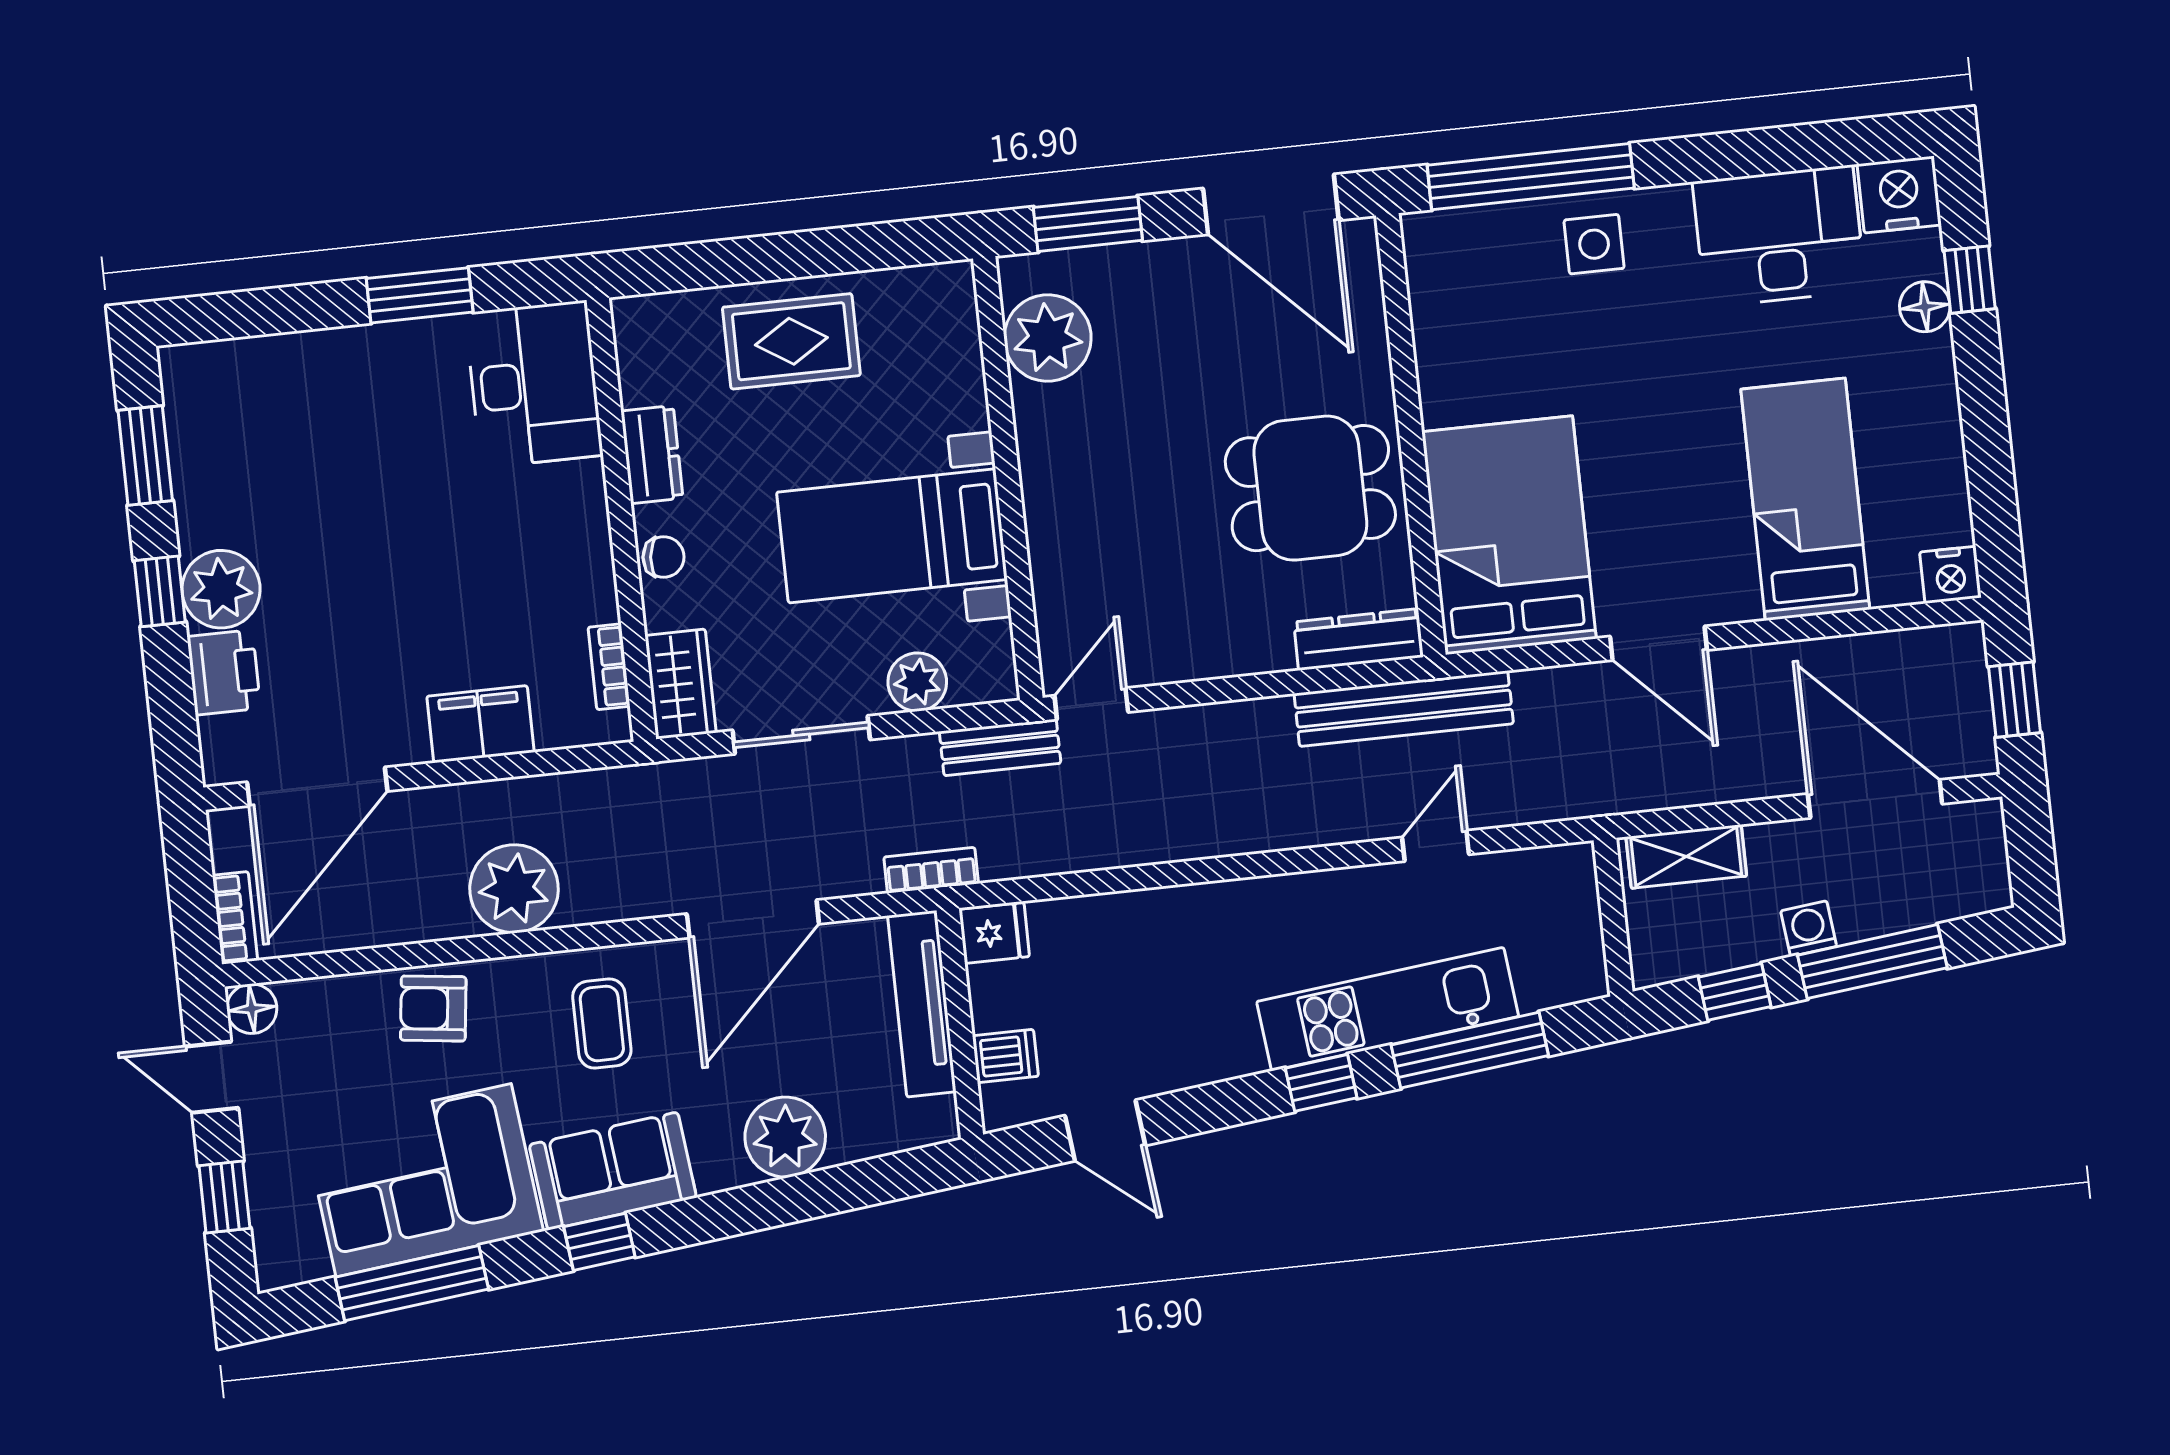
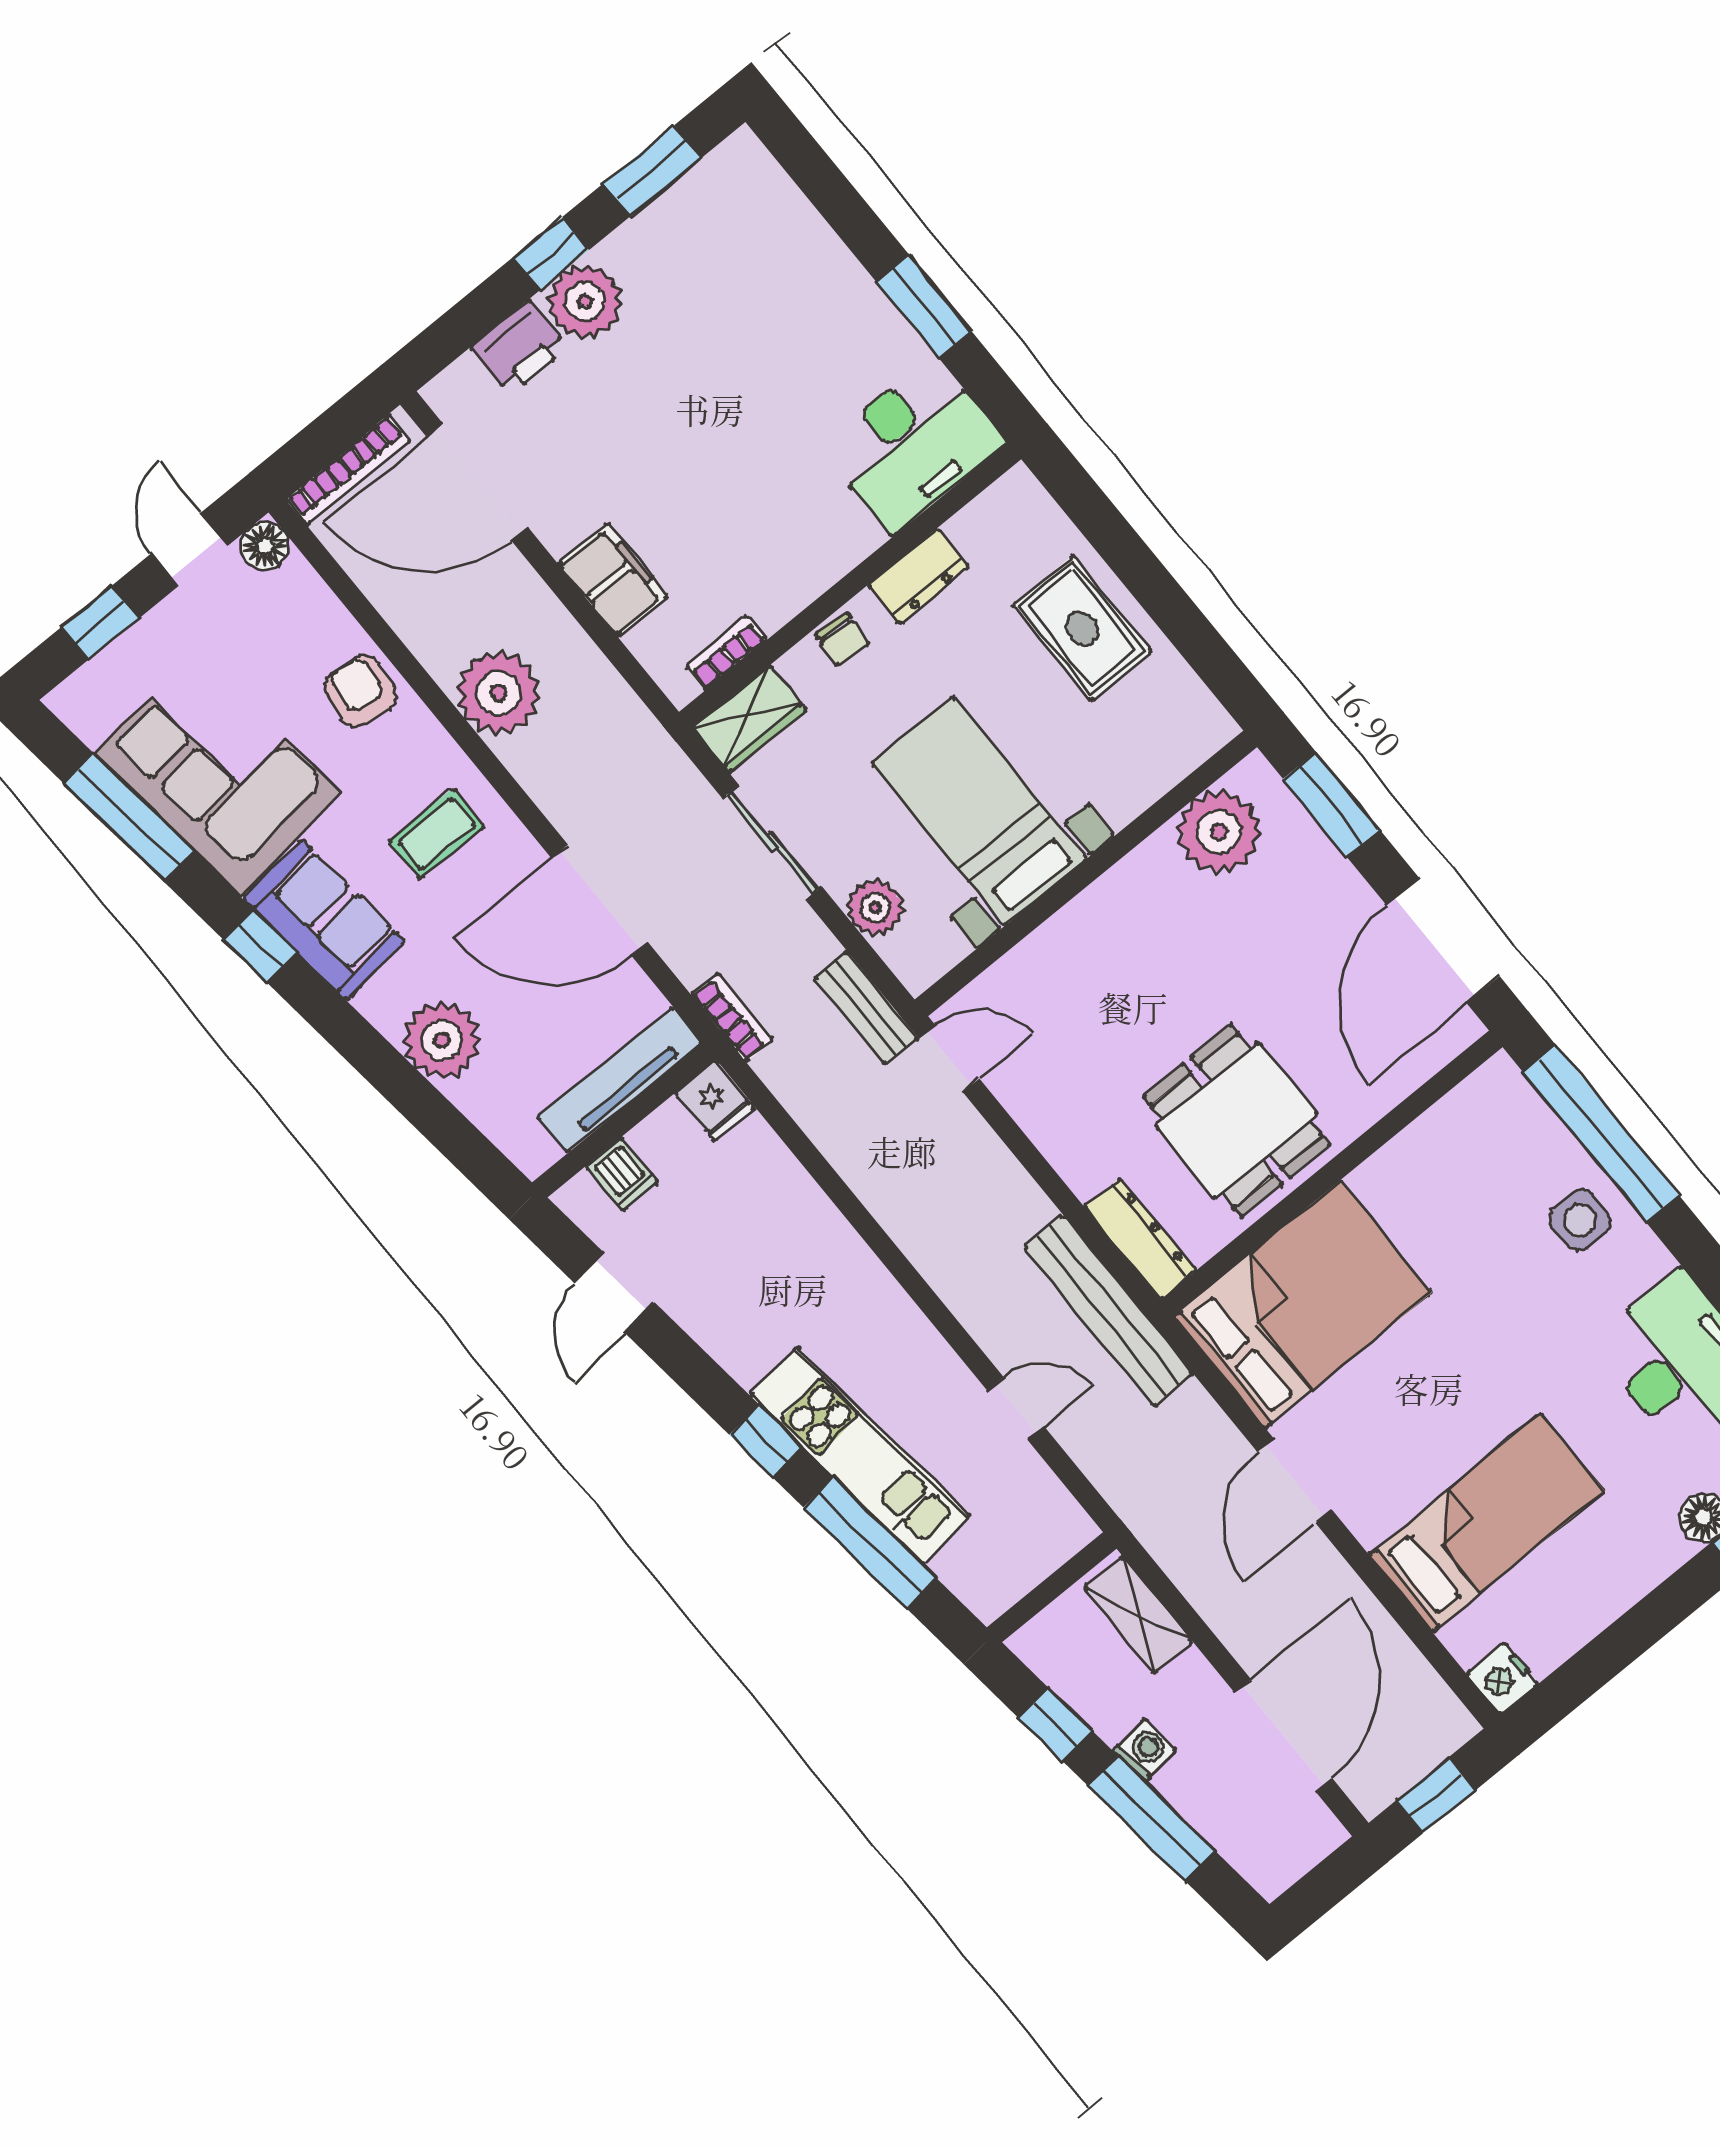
bookcase: (235, 918) -> (348, 470), width x1.56

